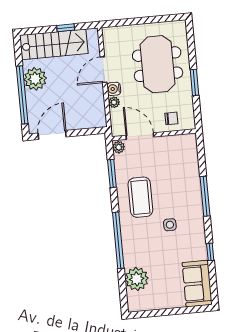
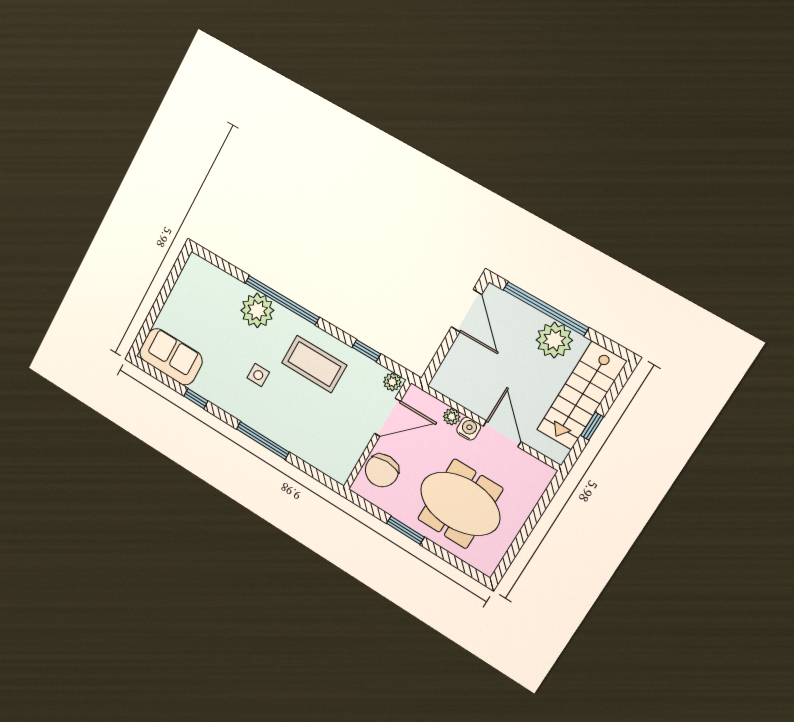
chair: (171, 118) -> (382, 471), width x1.87, depth x1.87
window: (112, 173) -> (366, 351), width x0.67
plant: (137, 279) -> (257, 310), moved

